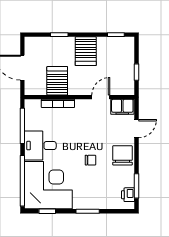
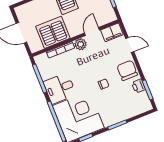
server rack: (57, 81) -> (53, 32), width x1.60
plant: (83, 106) -> (81, 44), added
door: (136, 129) -> (130, 45), hinge flipped
printer: (128, 195) -> (138, 86), moved

